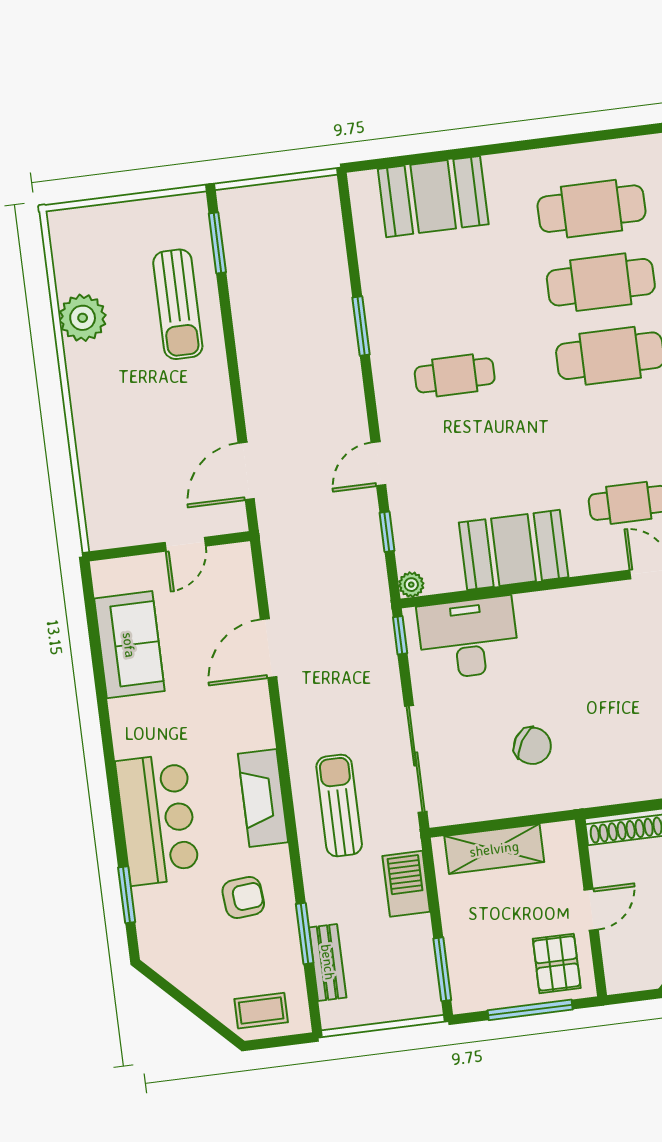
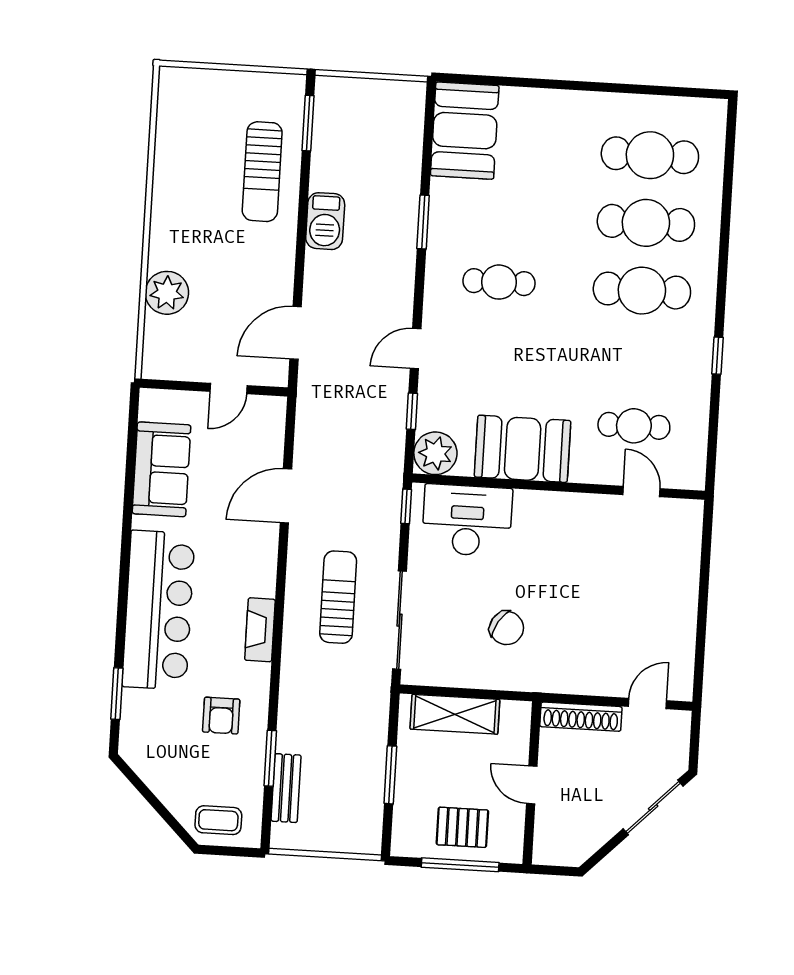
booth: (433, 197) -> (465, 131), moved, turned 90
plant: (83, 318) -> (167, 293), moved
plant: (411, 585) -> (435, 453), width x1.88, depth x1.88
fireplace: (263, 798) -> (260, 630), width x0.73, depth x0.76
sun lounger: (339, 806) -> (338, 597), moved
bar counter: (157, 819) -> (158, 610), width x1.36
barbecue: (406, 884) -> (325, 221), moved, turned 180
armchair: (243, 897) -> (221, 716), turned 95
door: (591, 910) -> (532, 785), swing flipped
pallet: (557, 963) -> (462, 827), moved, turned 90
window: (442, 969) -> (390, 775), moved

